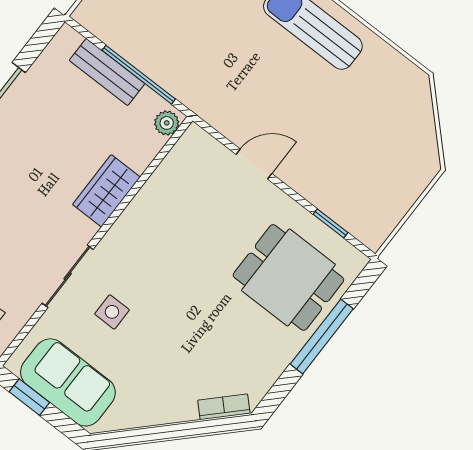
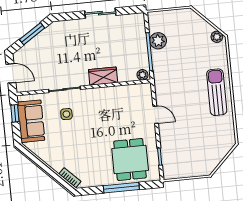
plant: (134, 43) -> (158, 41), added
bench: (107, 72) -> (141, 41), removed

